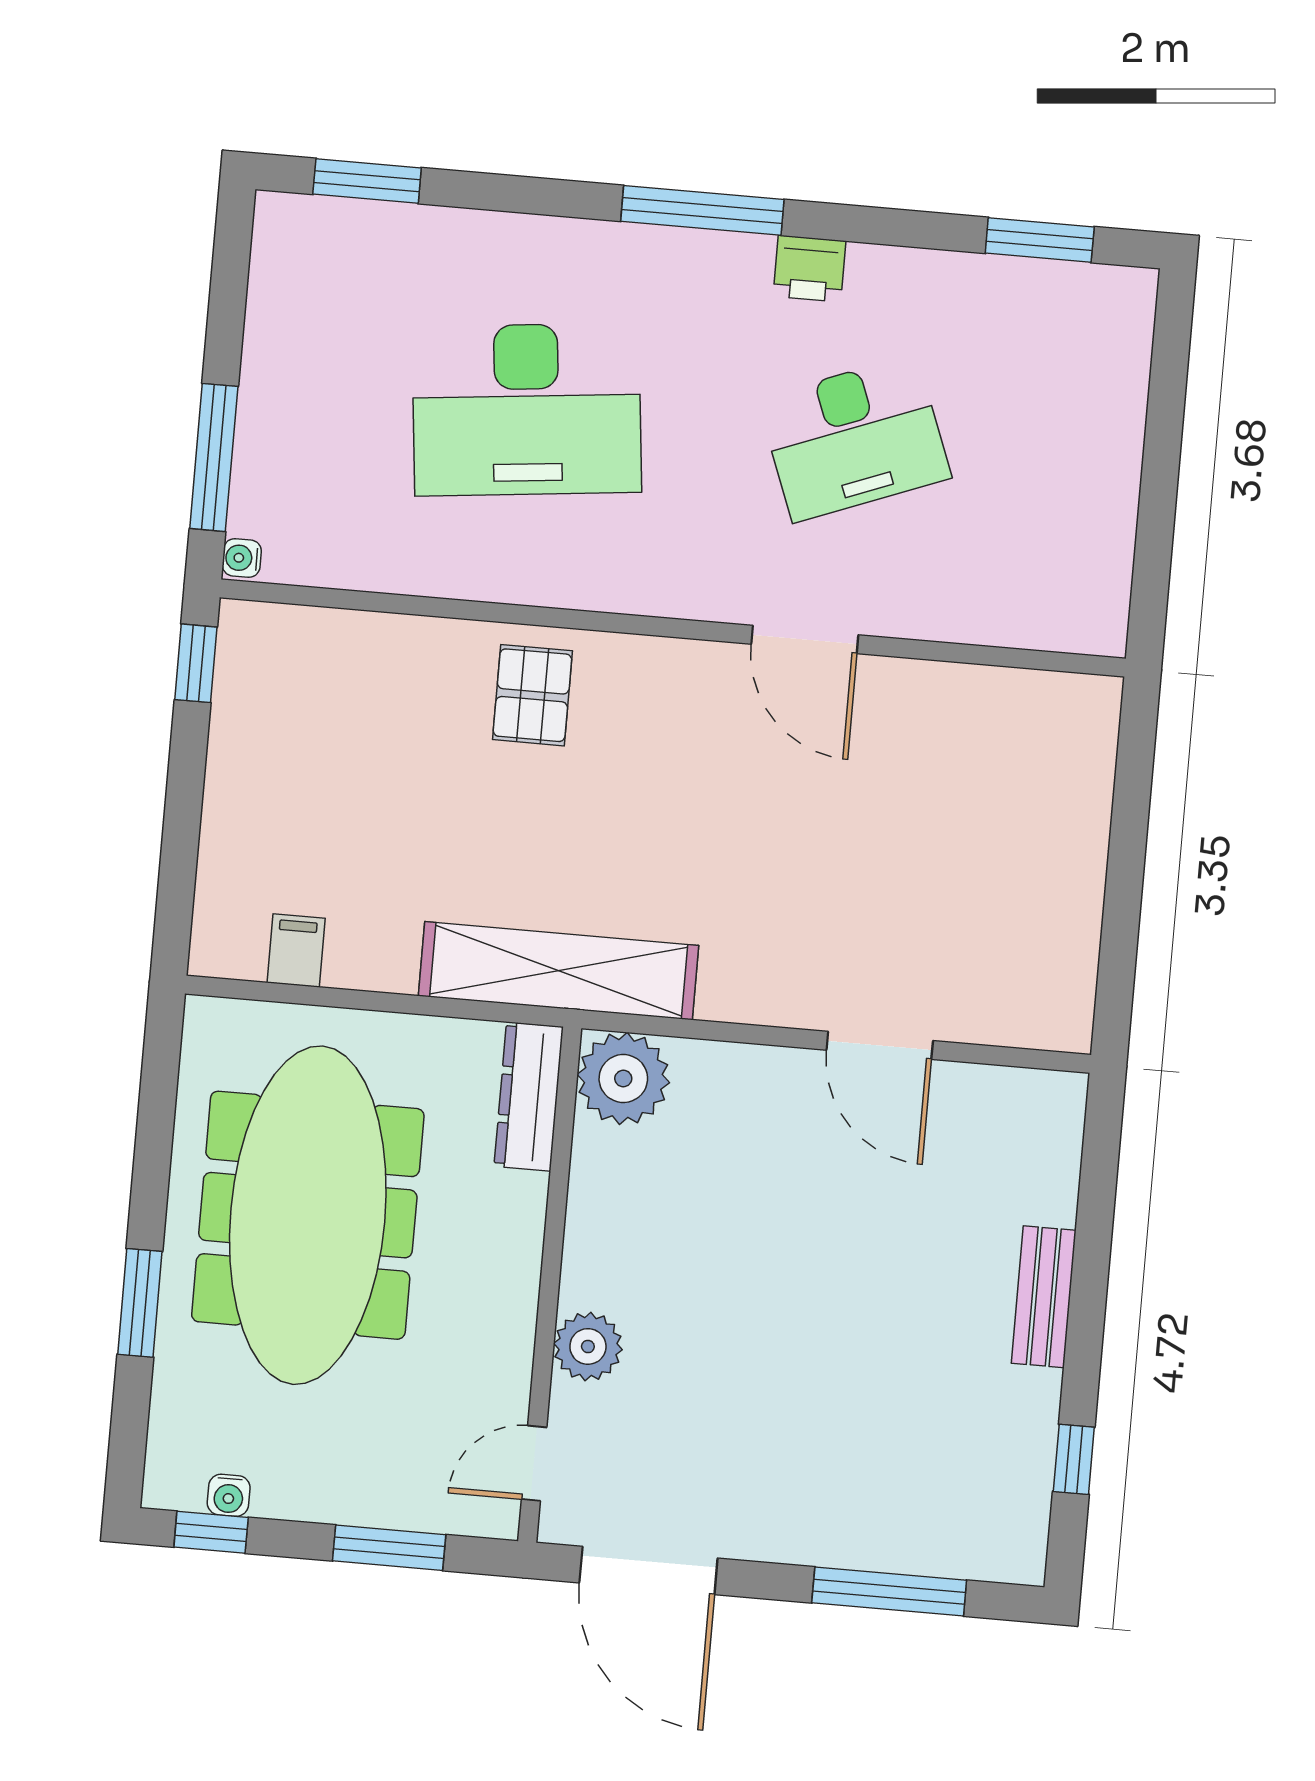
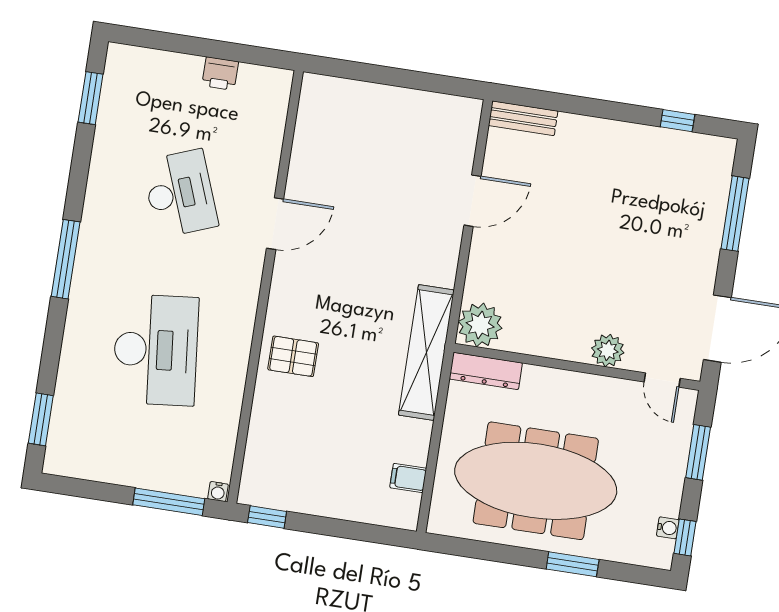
printer: (809, 269) -> (220, 74), moved, turned 90
bench: (1044, 1297) -> (523, 118), moved

